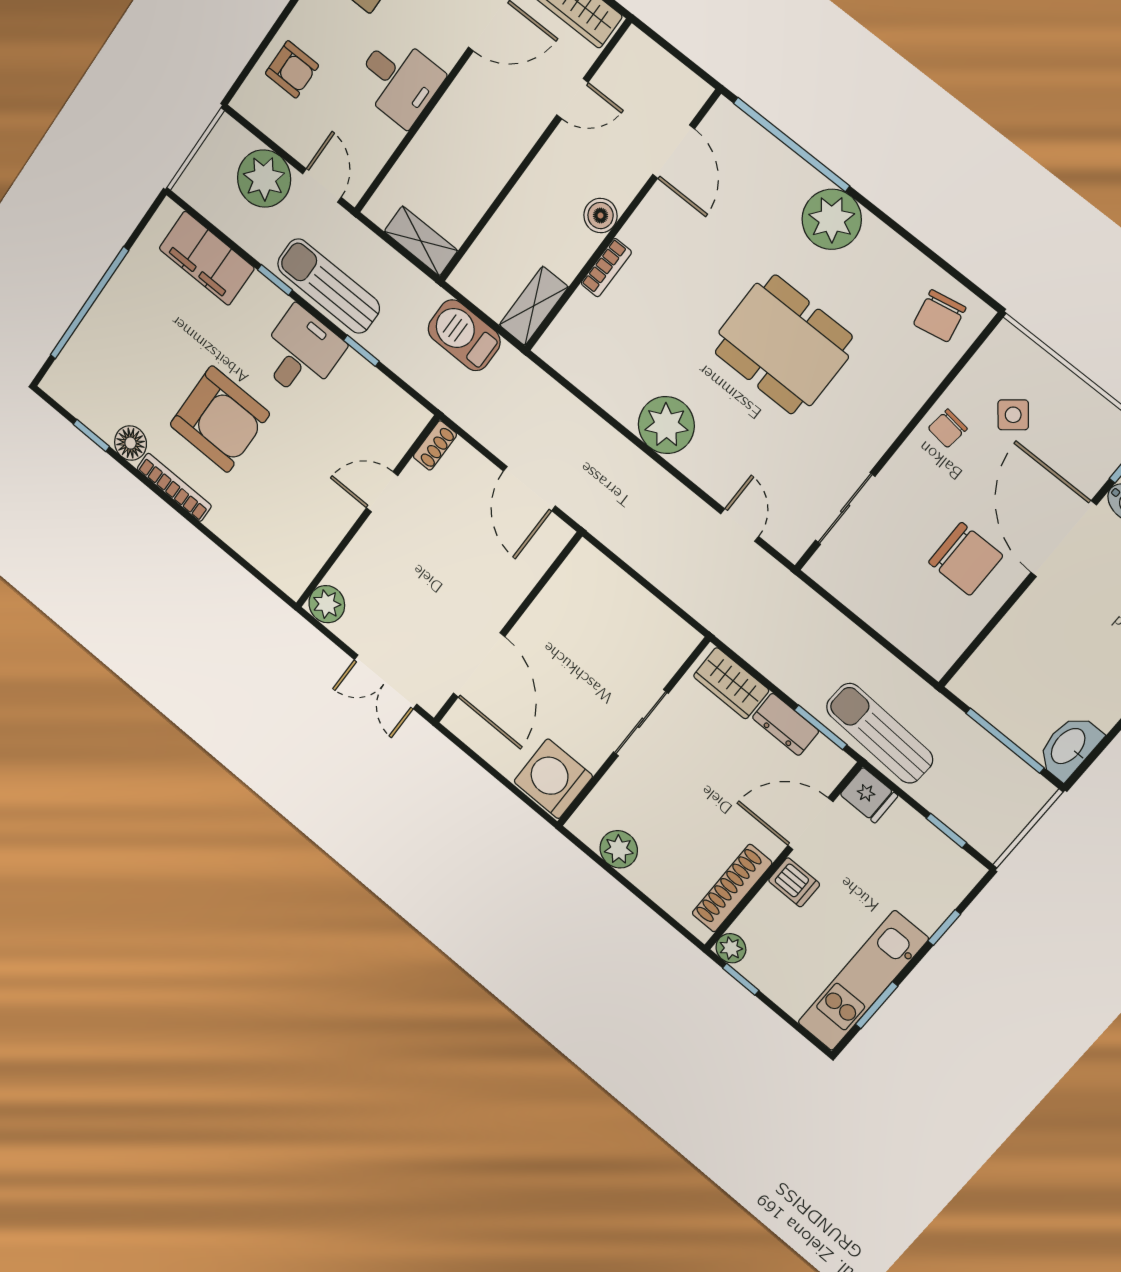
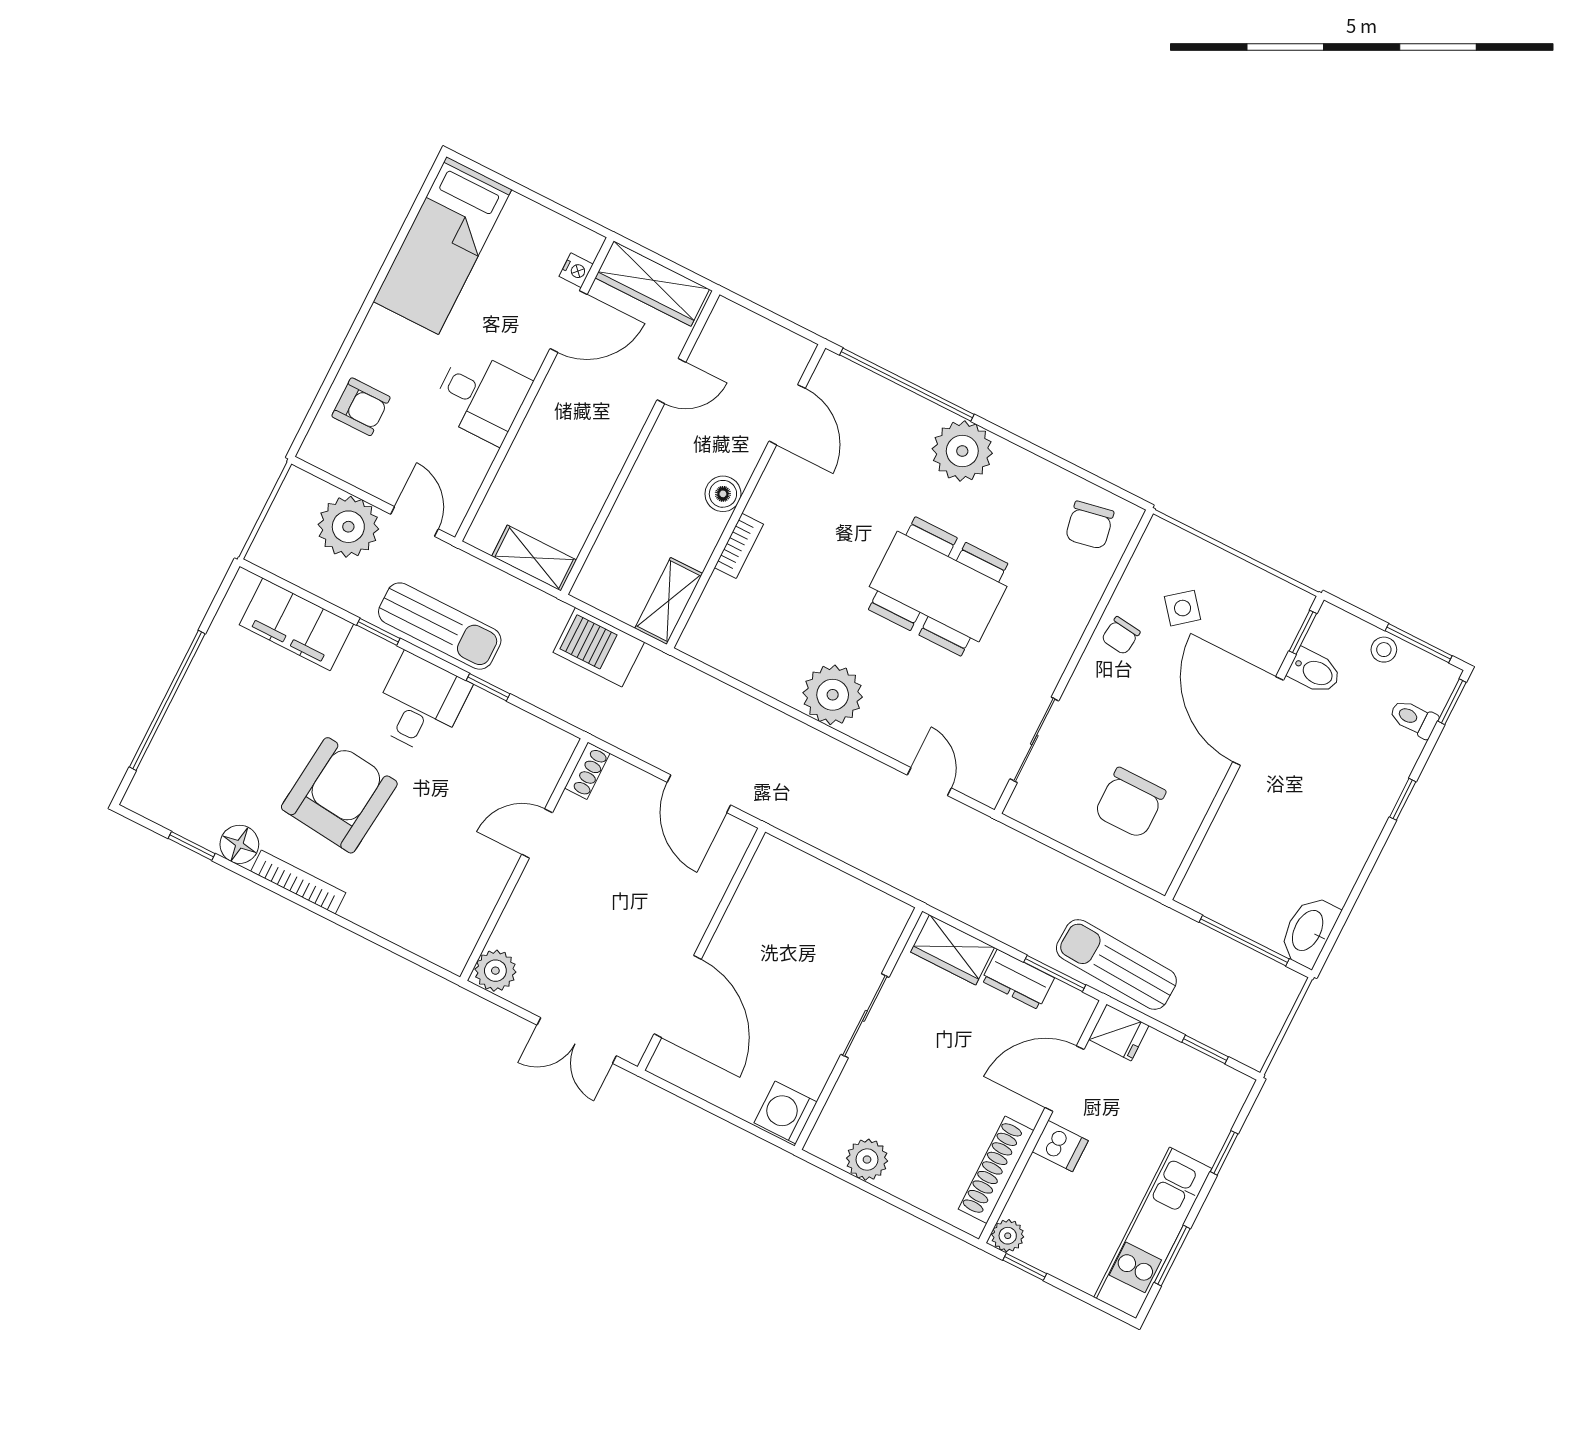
sun lounger: (329, 286) -> (440, 626), turned 180
armchair: (220, 419) -> (339, 795), turned -84
chair: (966, 559) -> (1130, 803), moved, turned 90
washing machine: (553, 779) -> (785, 1112), width x0.73, depth x0.73

